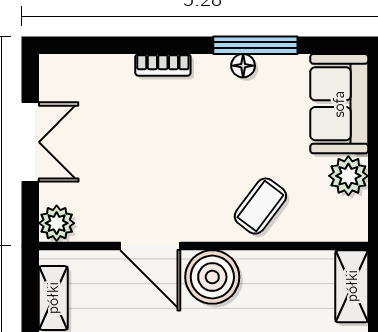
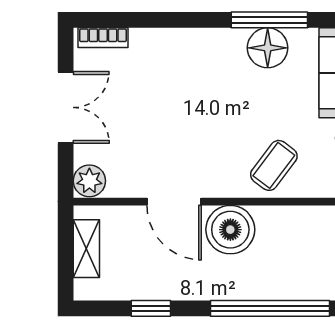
bookcase: (163, 65) -> (103, 38), moved
floor lamp: (243, 66) -> (268, 48), width x1.89, depth x1.89

